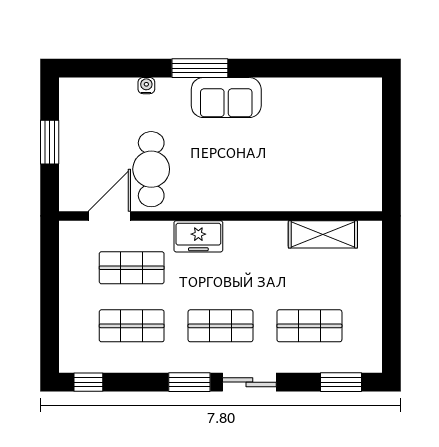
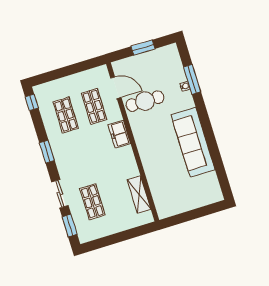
window: (200, 68) -> (192, 79), moved
sofa: (226, 98) -> (193, 142), width x1.85, depth x1.27
shop shelf: (221, 326) -> (79, 158), removed
sliding door: (249, 382) -> (60, 194), moved

